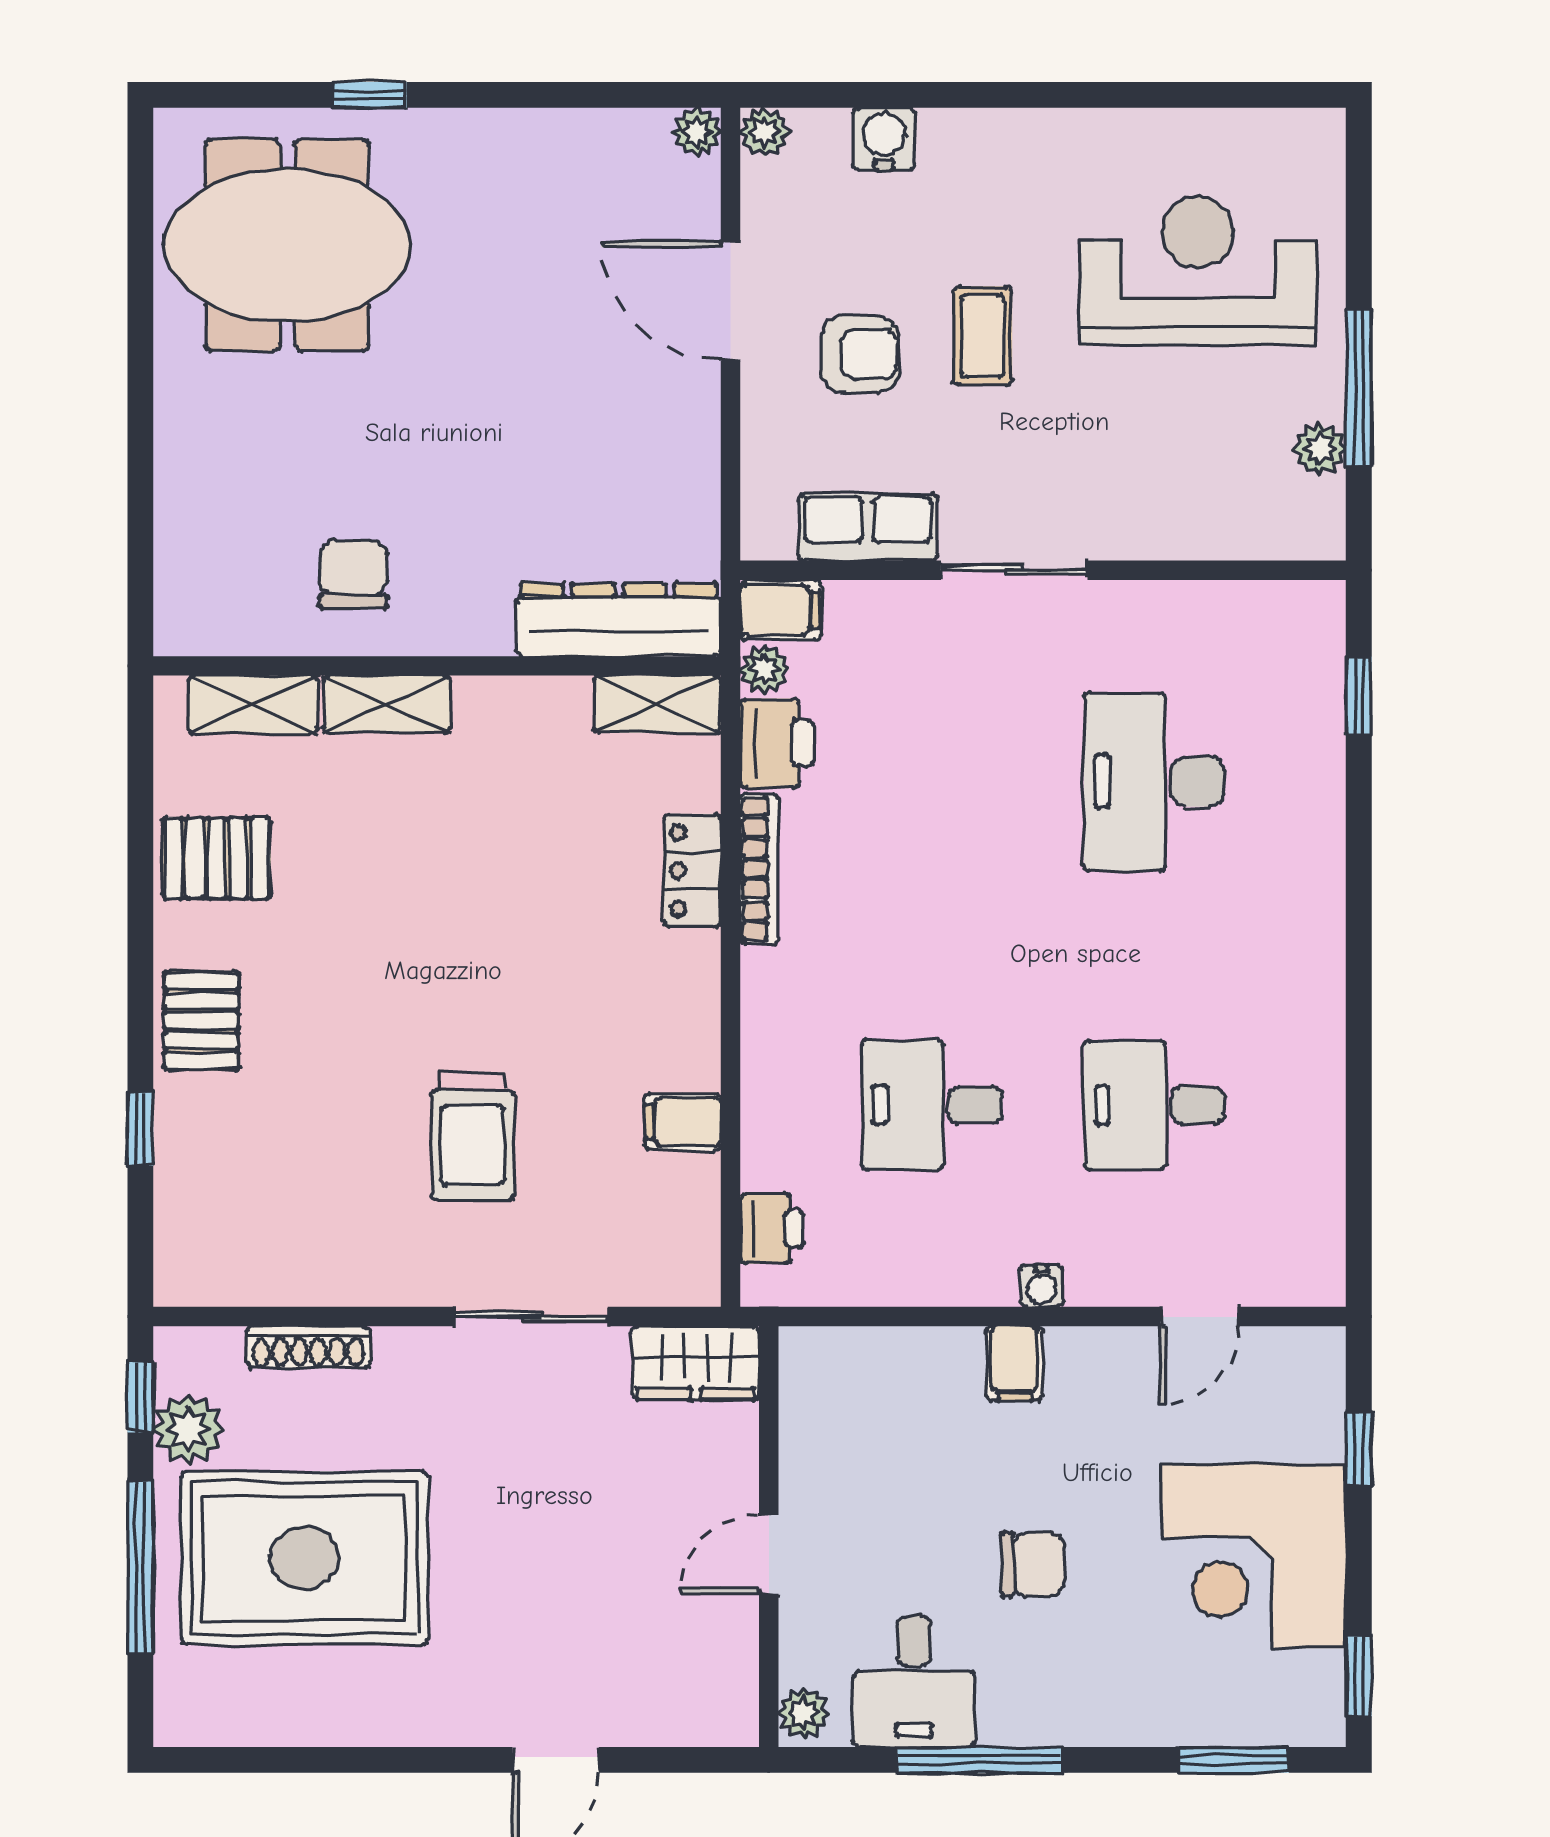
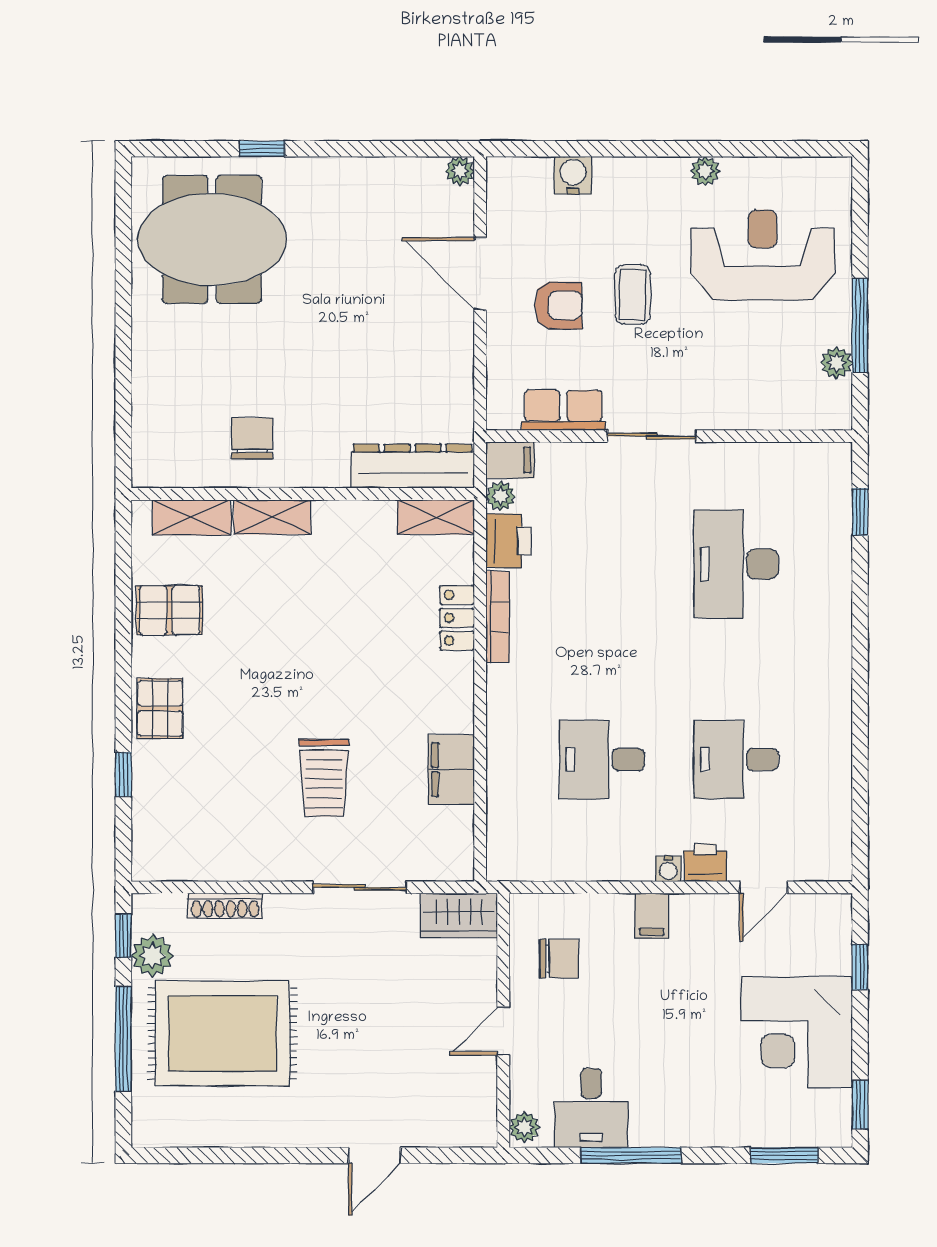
plant: (764, 132) -> (705, 171), moved
filing cabinet: (683, 1122) -> (451, 770), width x2.00
printer: (772, 1229) -> (705, 862), moved, turned -90
chair: (1033, 1565) -> (559, 959), moved

